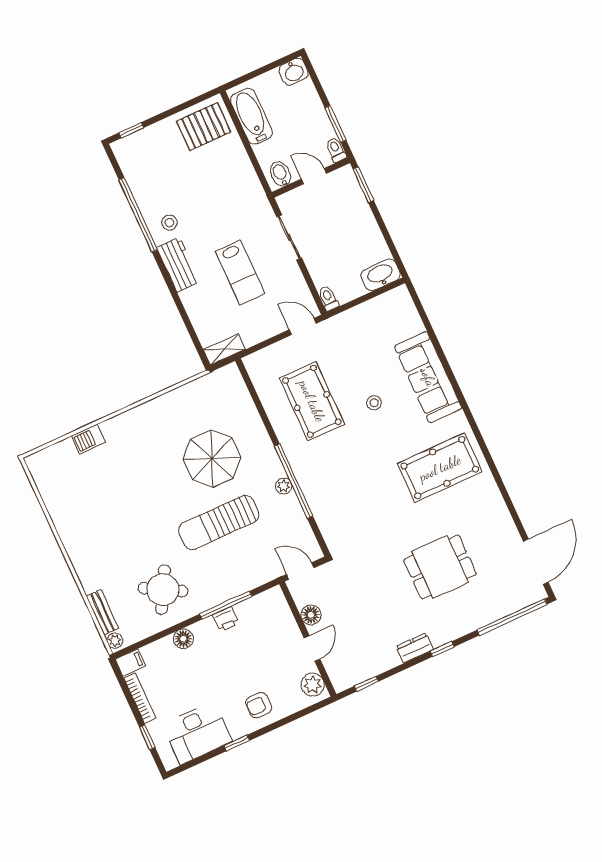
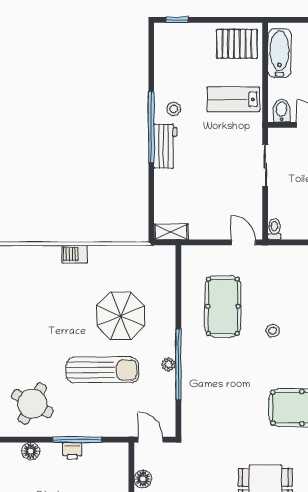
window: (138, 215) -> (151, 127), moved
lab bench: (240, 272) -> (233, 99), moved, turned 90
barbecue: (88, 439) -> (75, 254), moved
sun lounger: (219, 522) -> (102, 370), turned 180

